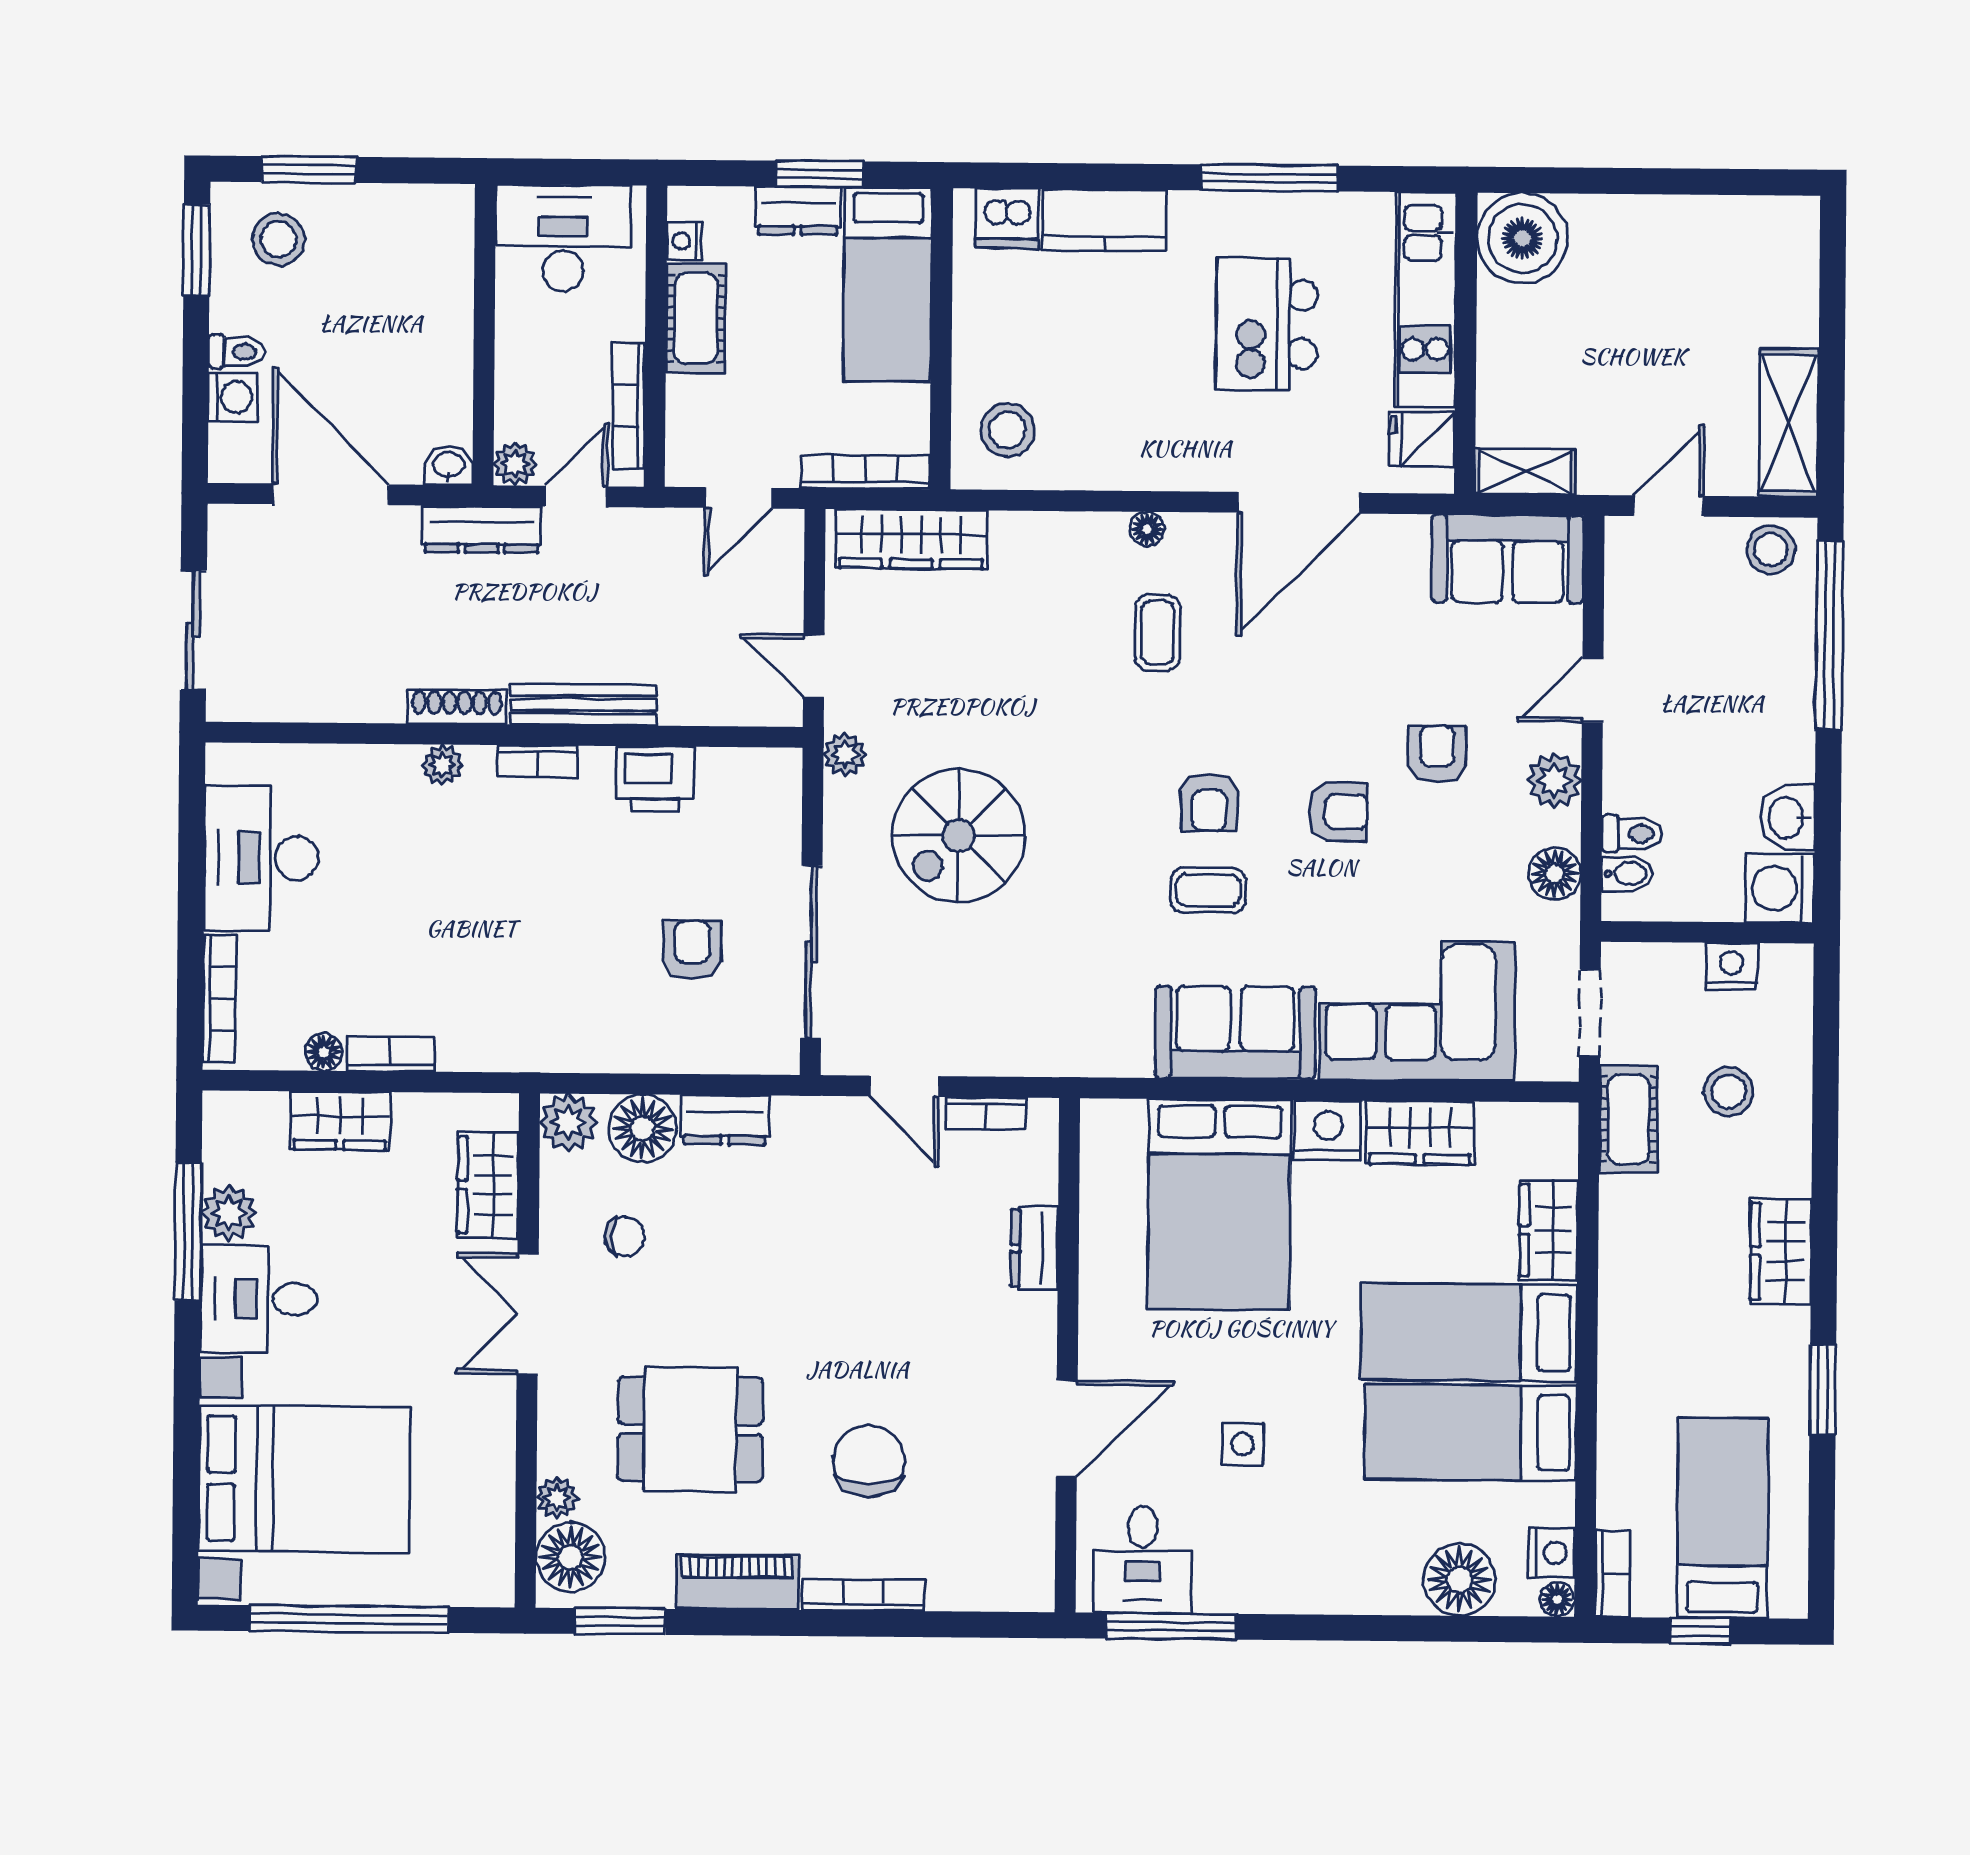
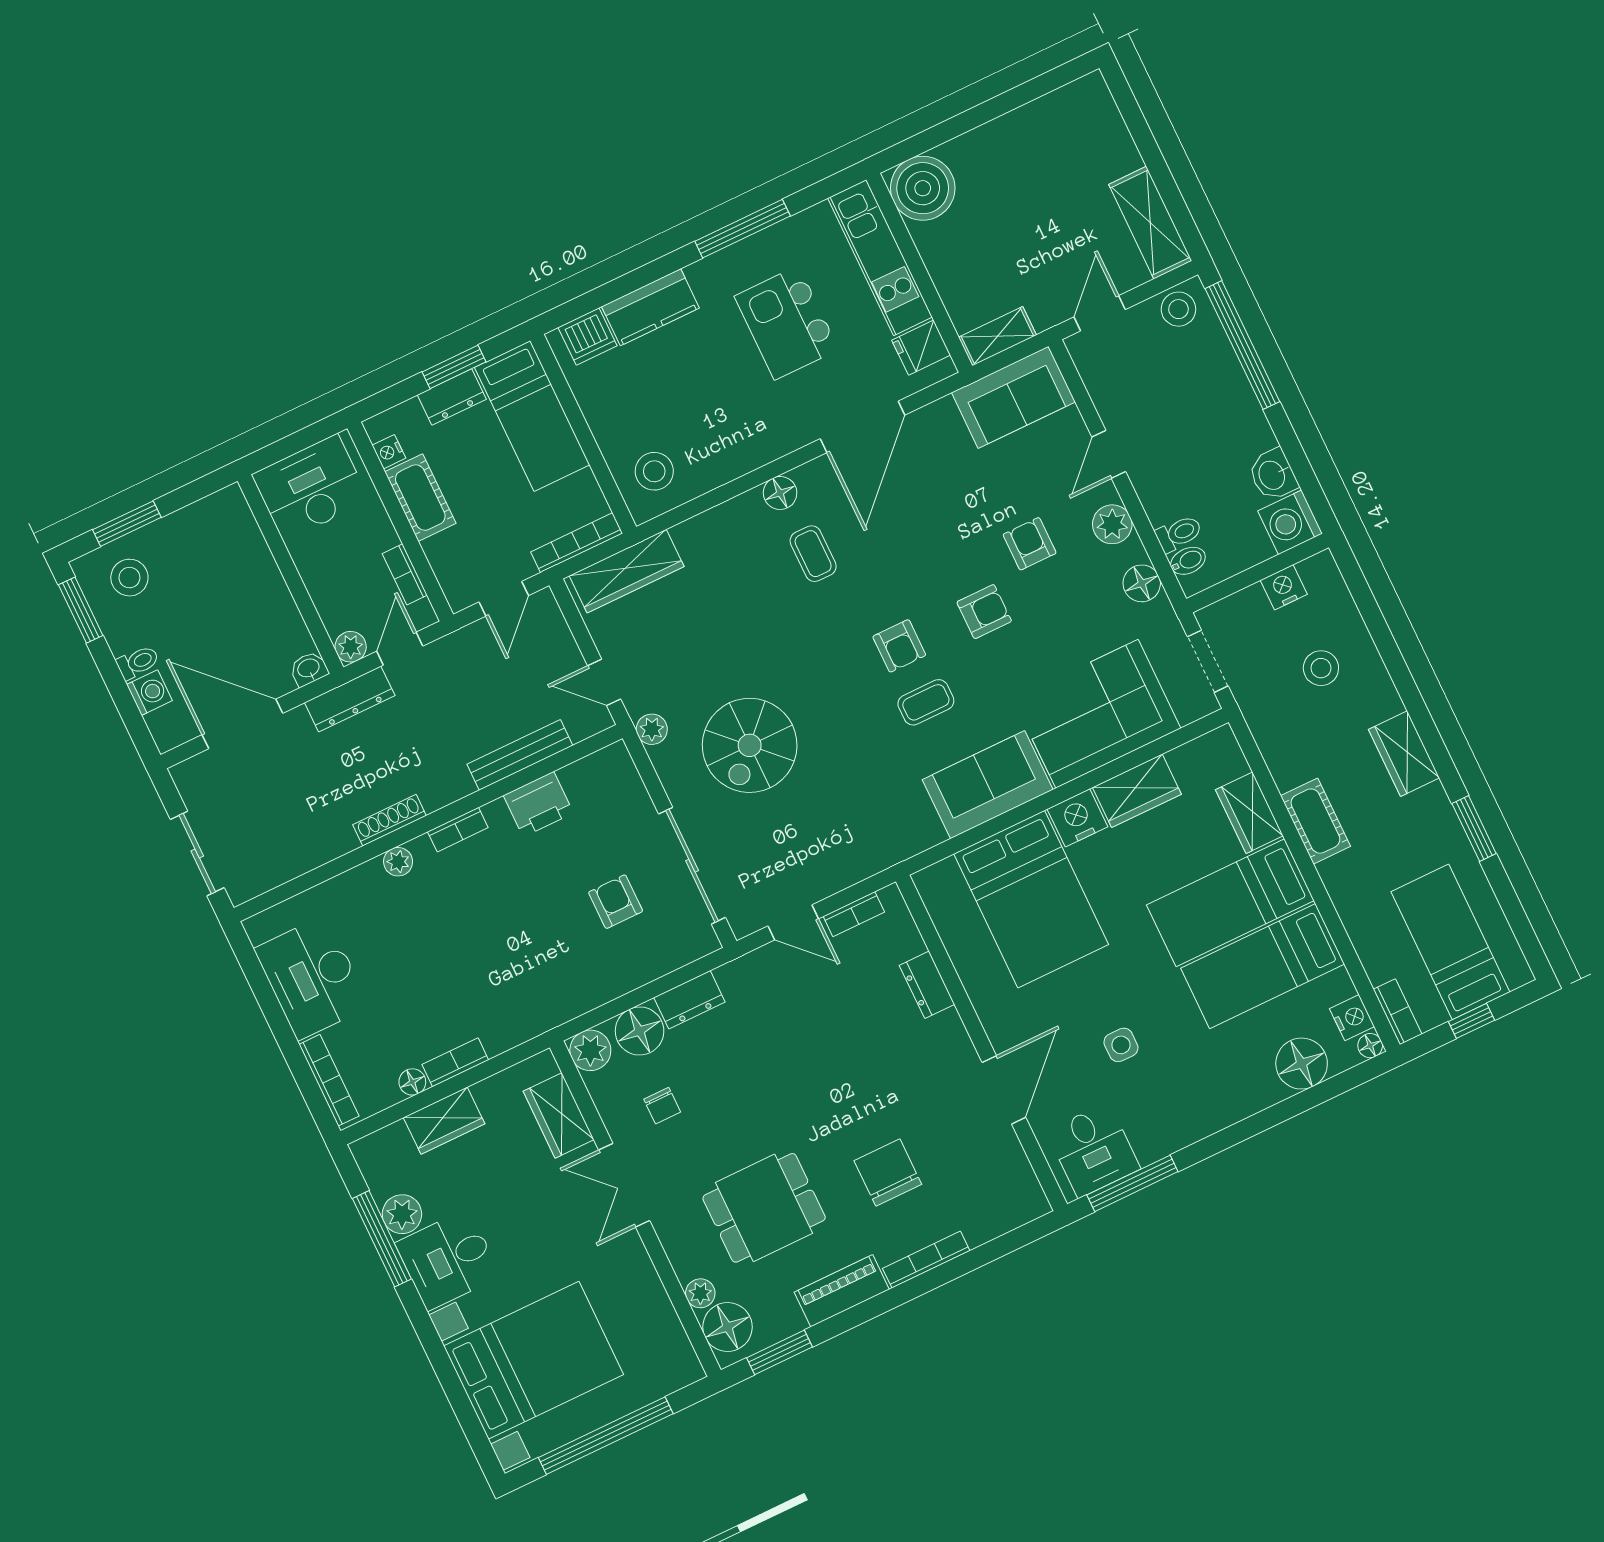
bookcase: (628, 406) -> (405, 574), width x0.64
floor lamp: (1147, 529) -> (780, 493), width x1.37, depth x1.37
bench: (584, 705) -> (520, 755), moved
cot: (1628, 1119) -> (1315, 821), moved
chair: (625, 1237) -> (662, 1106), turned 90

